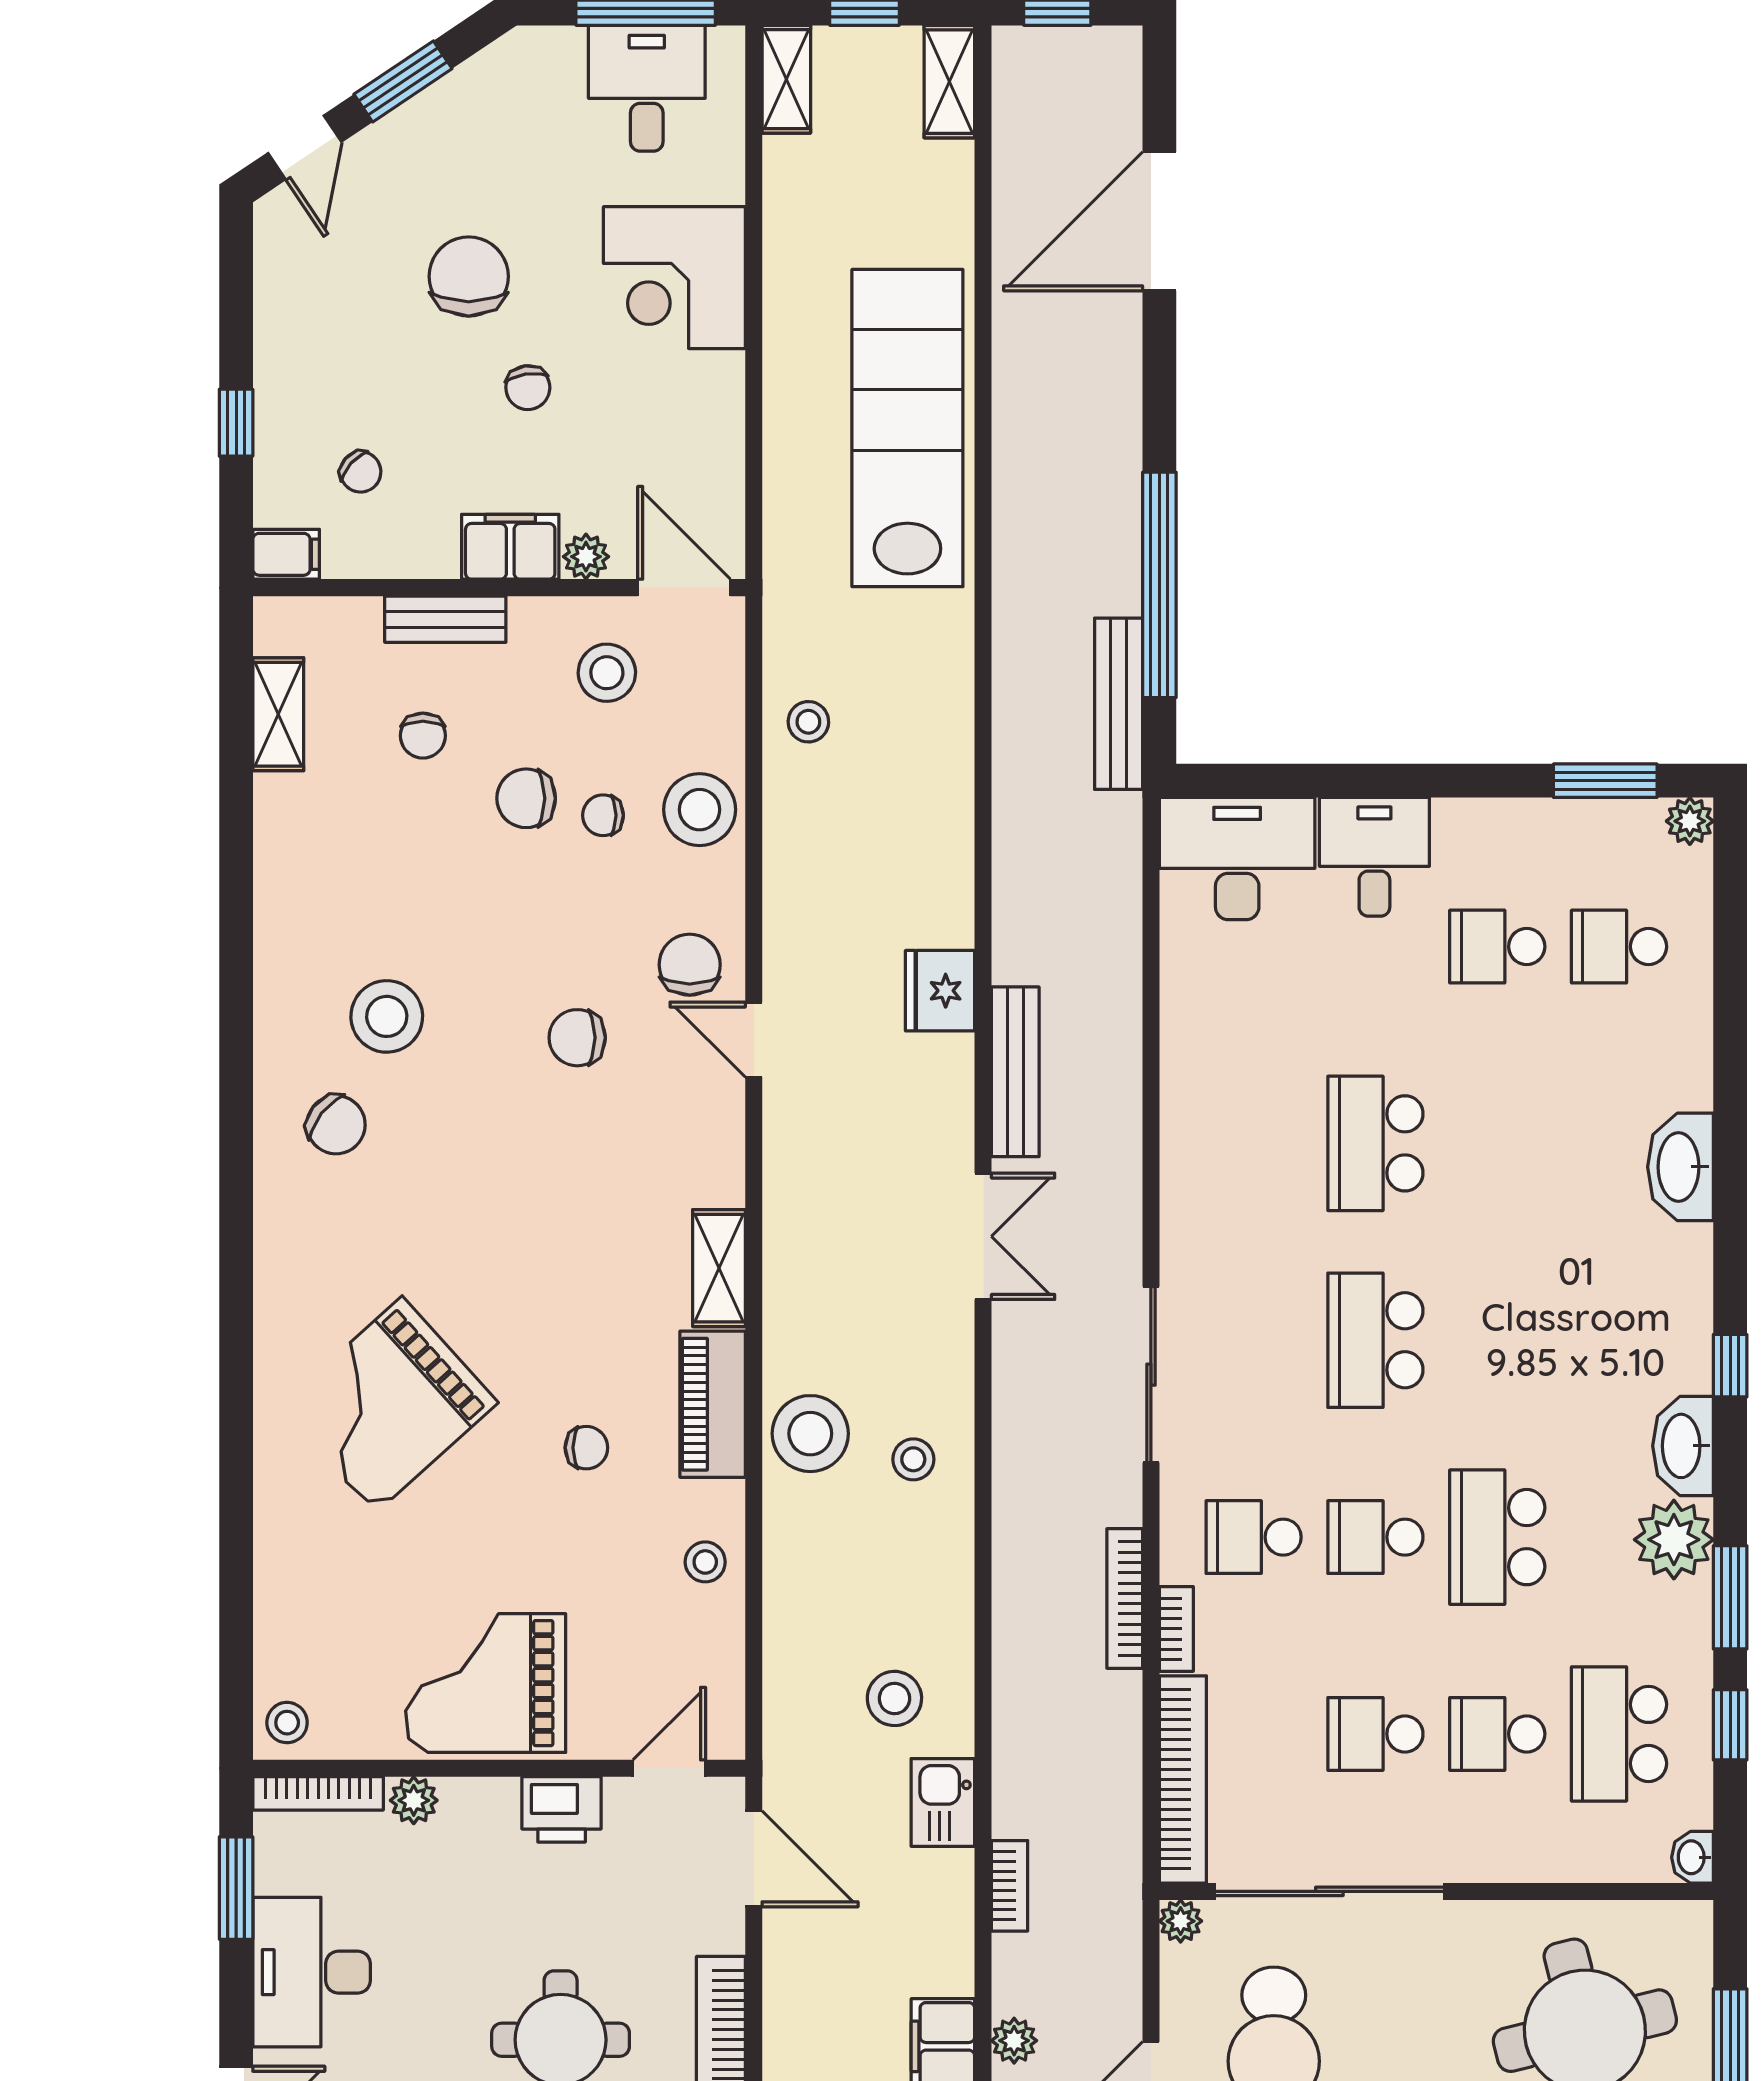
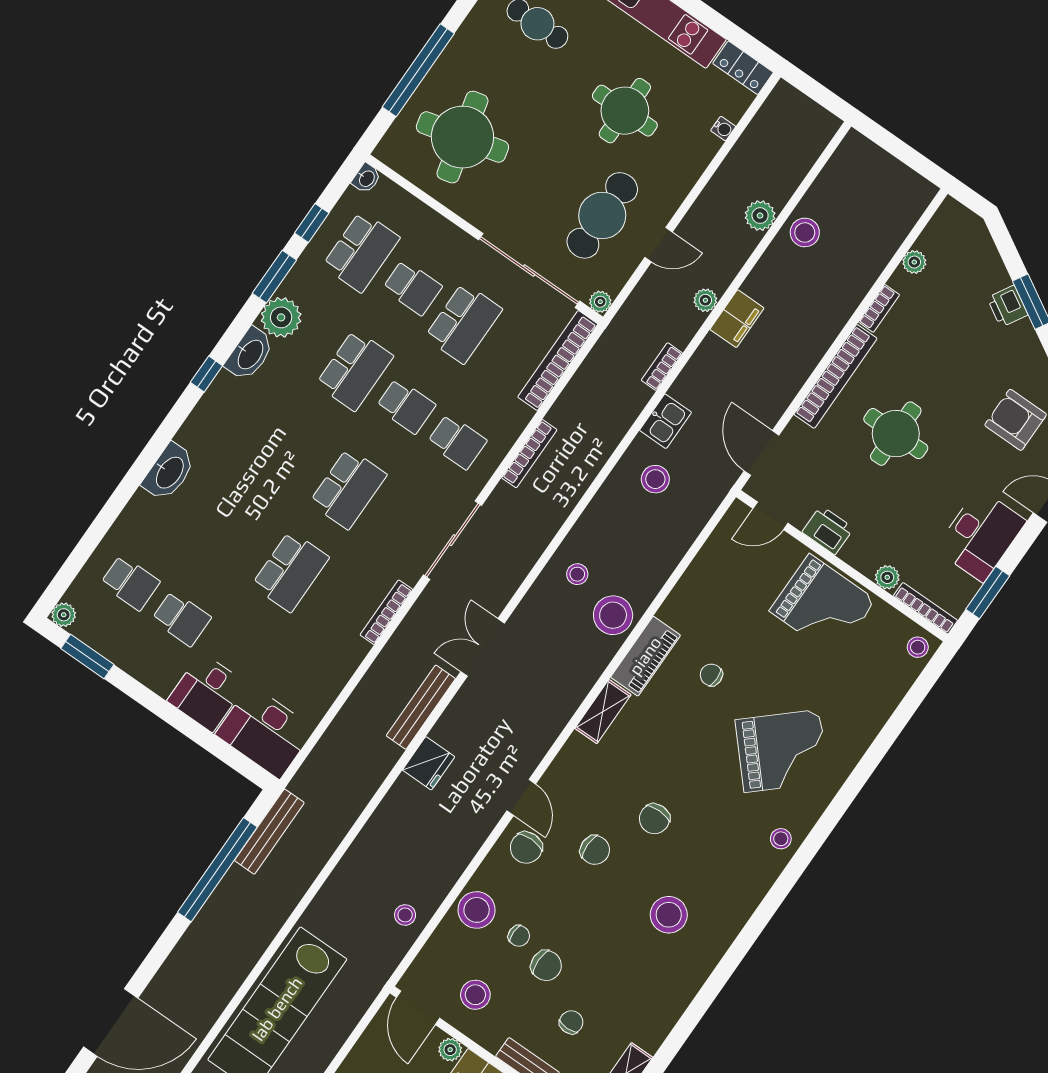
chair: (336, 1125) -> (654, 819), moved, turned -128
stool: (705, 1562) -> (781, 839), moved
bookcase: (1176, 1629) -> (386, 612), moved, width x1.56
school desk: (1375, 1734) -> (464, 323), width x1.85

